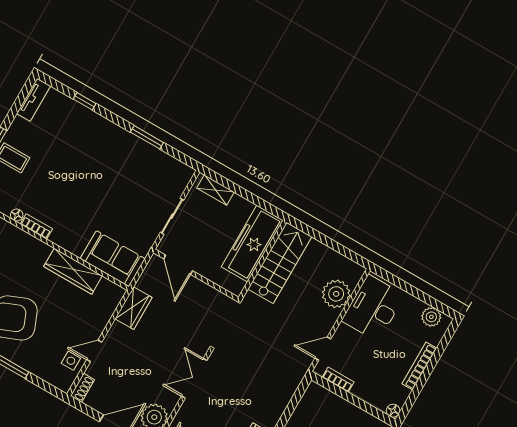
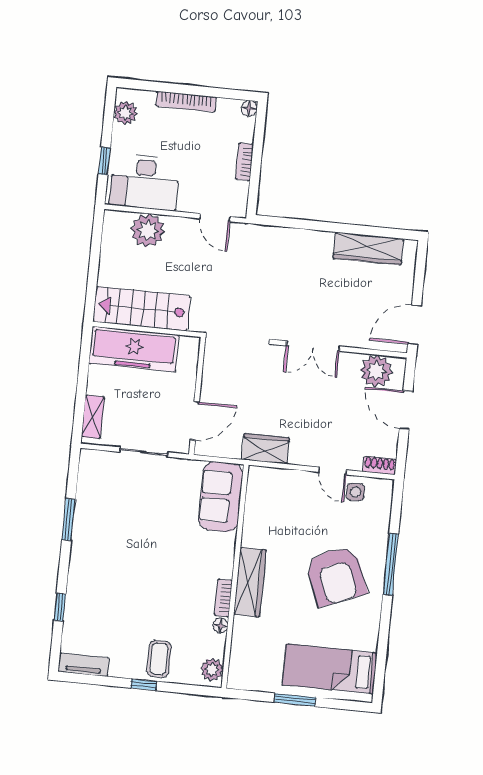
wardrobe: (73, 271) -> (250, 582), moved
window: (403, 285) -> (104, 161), added
bookcase: (338, 380) -> (244, 162), moved

